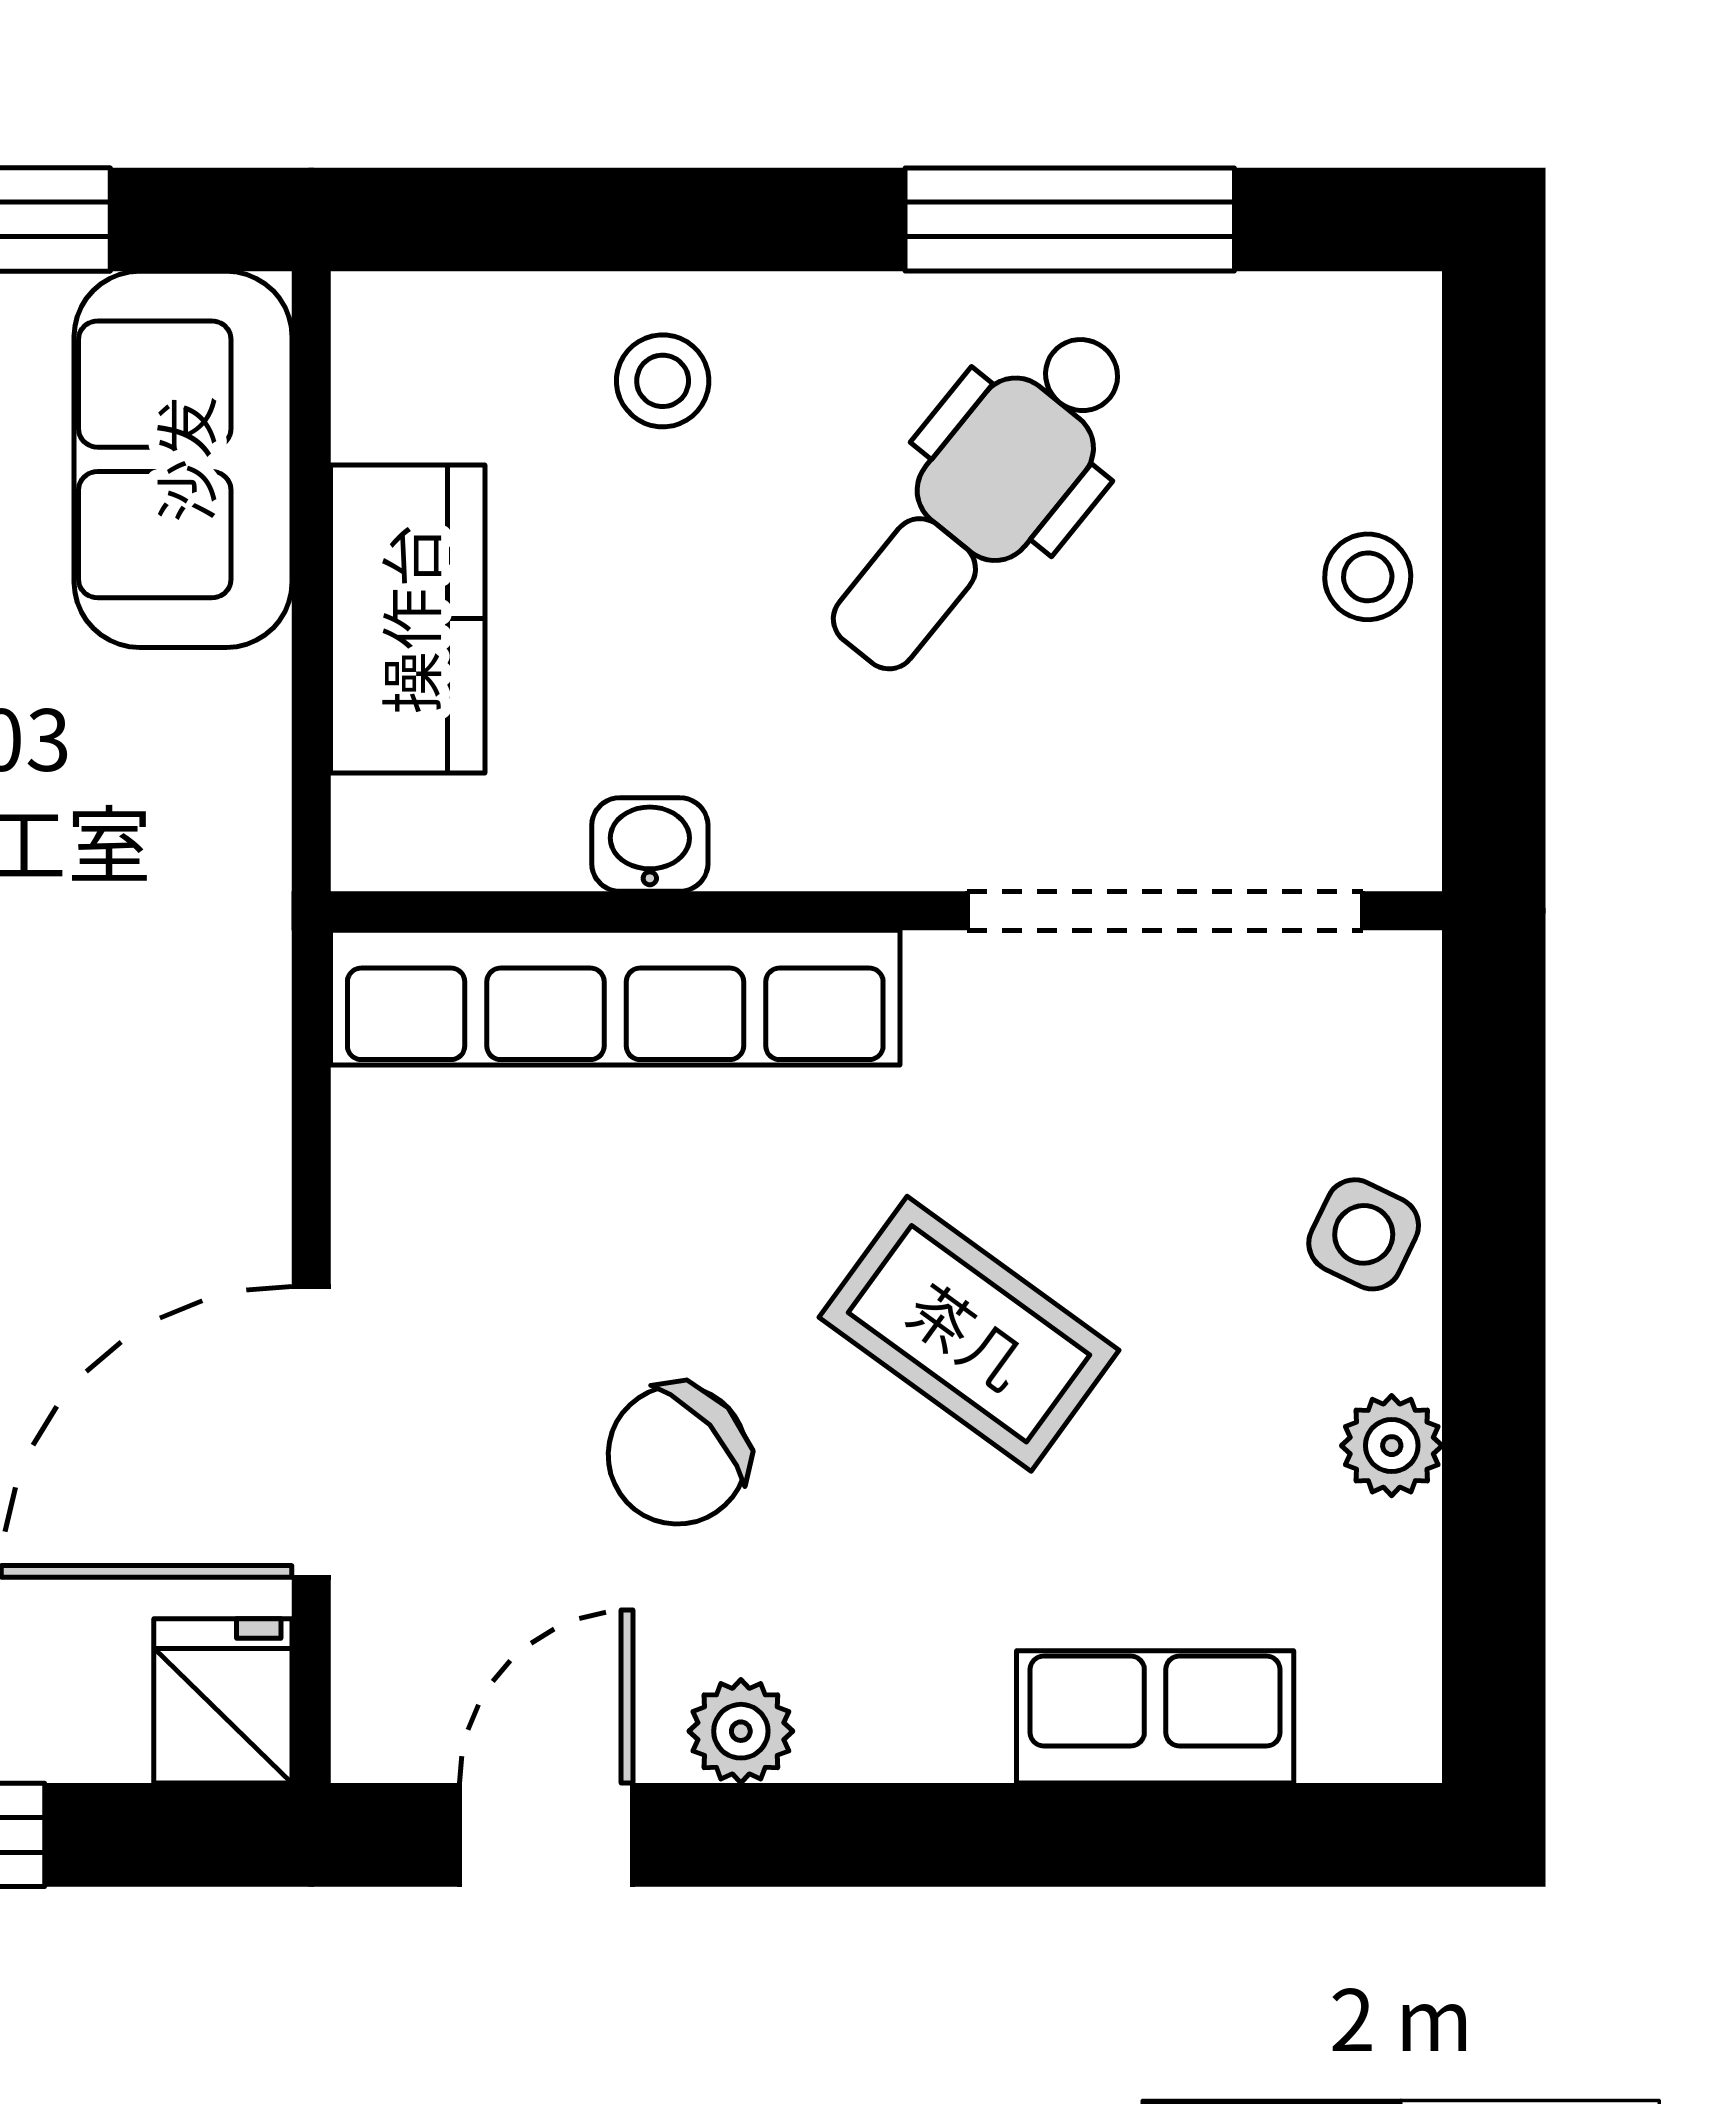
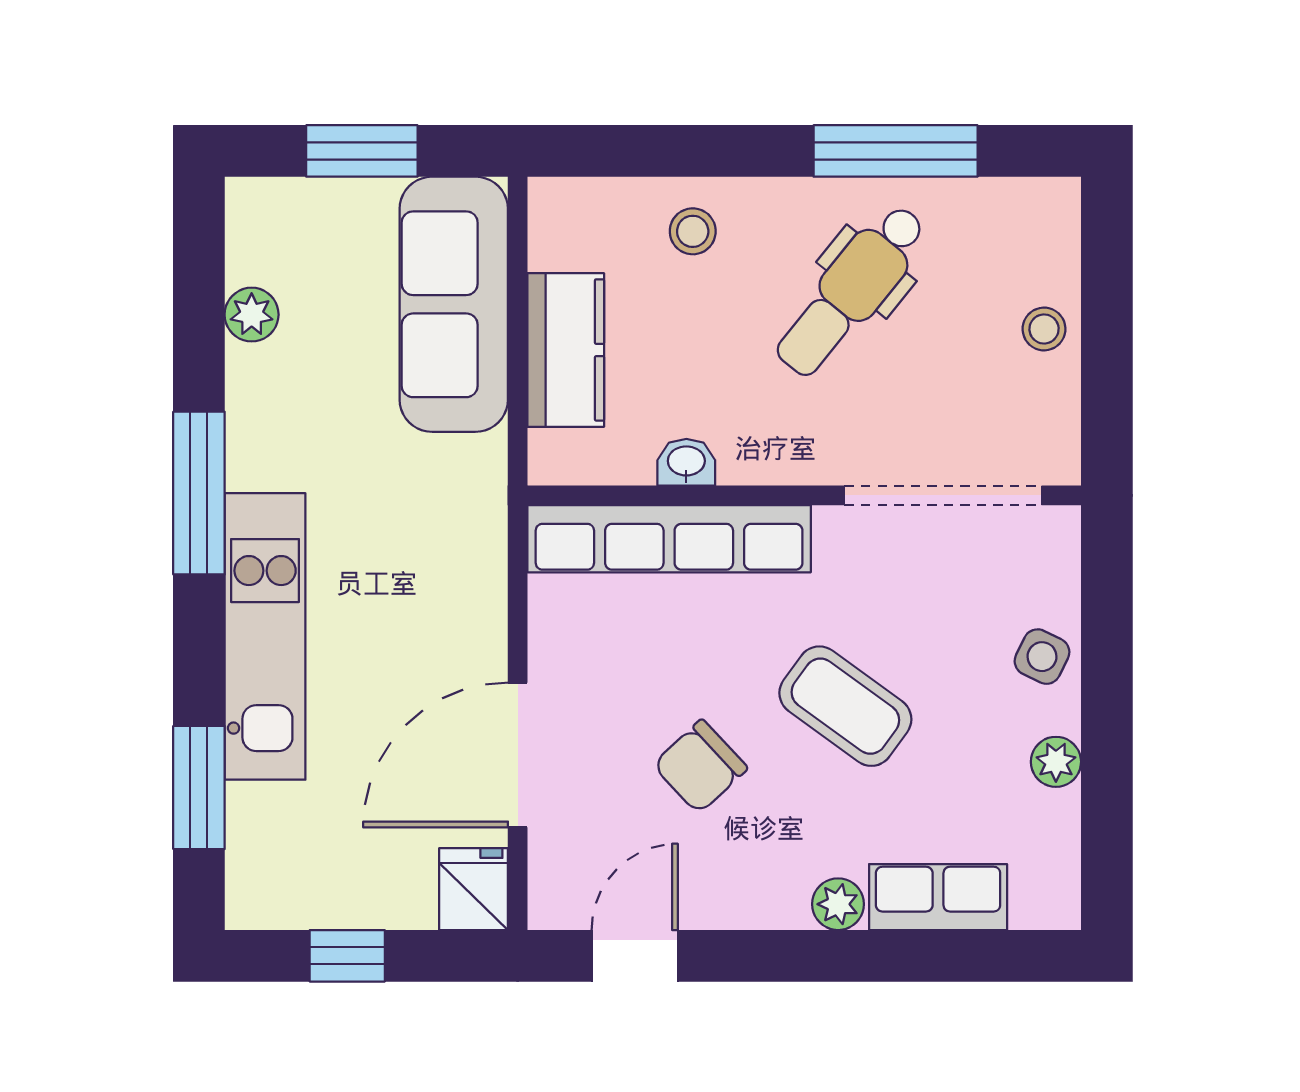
sofa: (183, 459) -> (454, 304), width x1.36
plant: (741, 1731) -> (838, 904), moved

